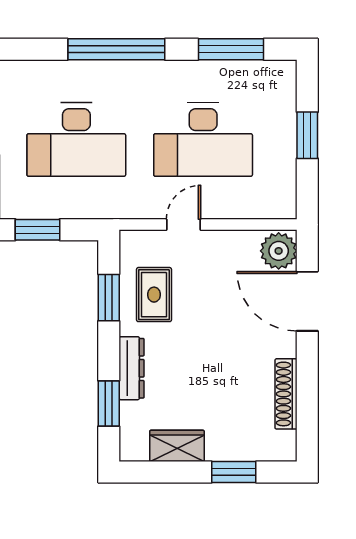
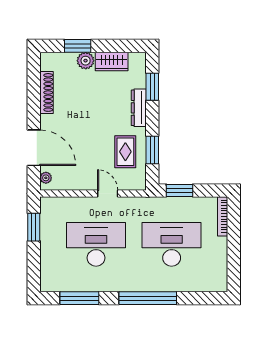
window: (307, 135) -> (34, 227), moved
door: (184, 225) -> (108, 194), swing flipped
window: (37, 230) -> (179, 190), moved
plant: (279, 251) -> (46, 178), width x0.53, depth x0.53
plant: (221, 447) -> (86, 61), added

